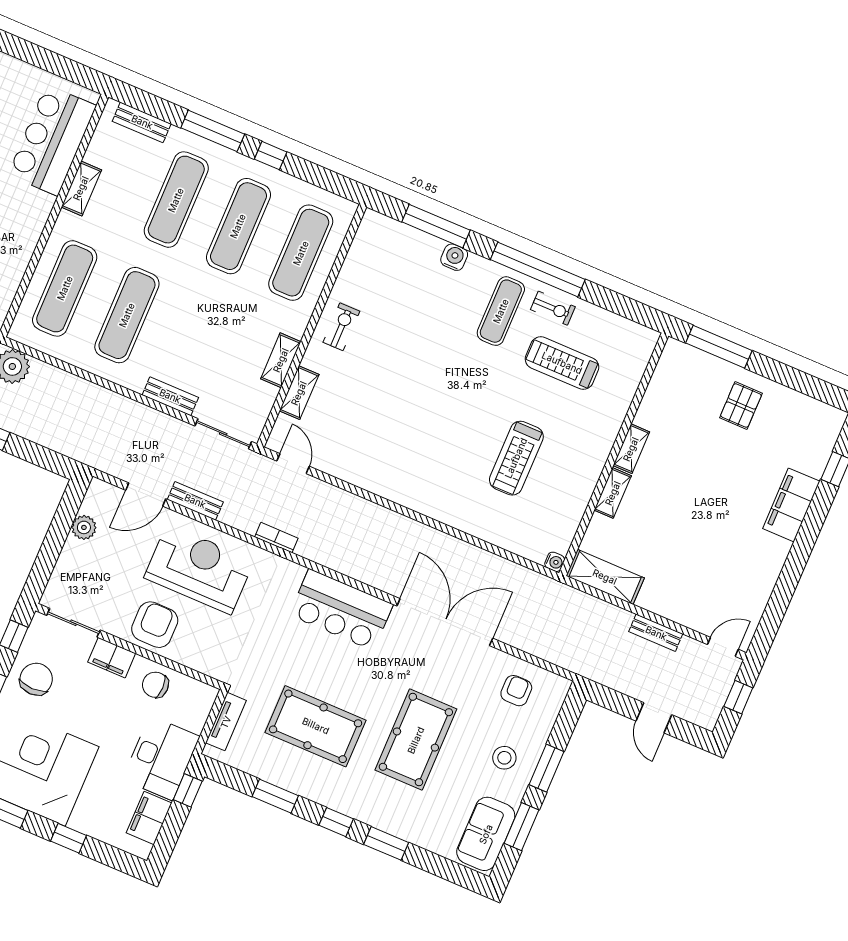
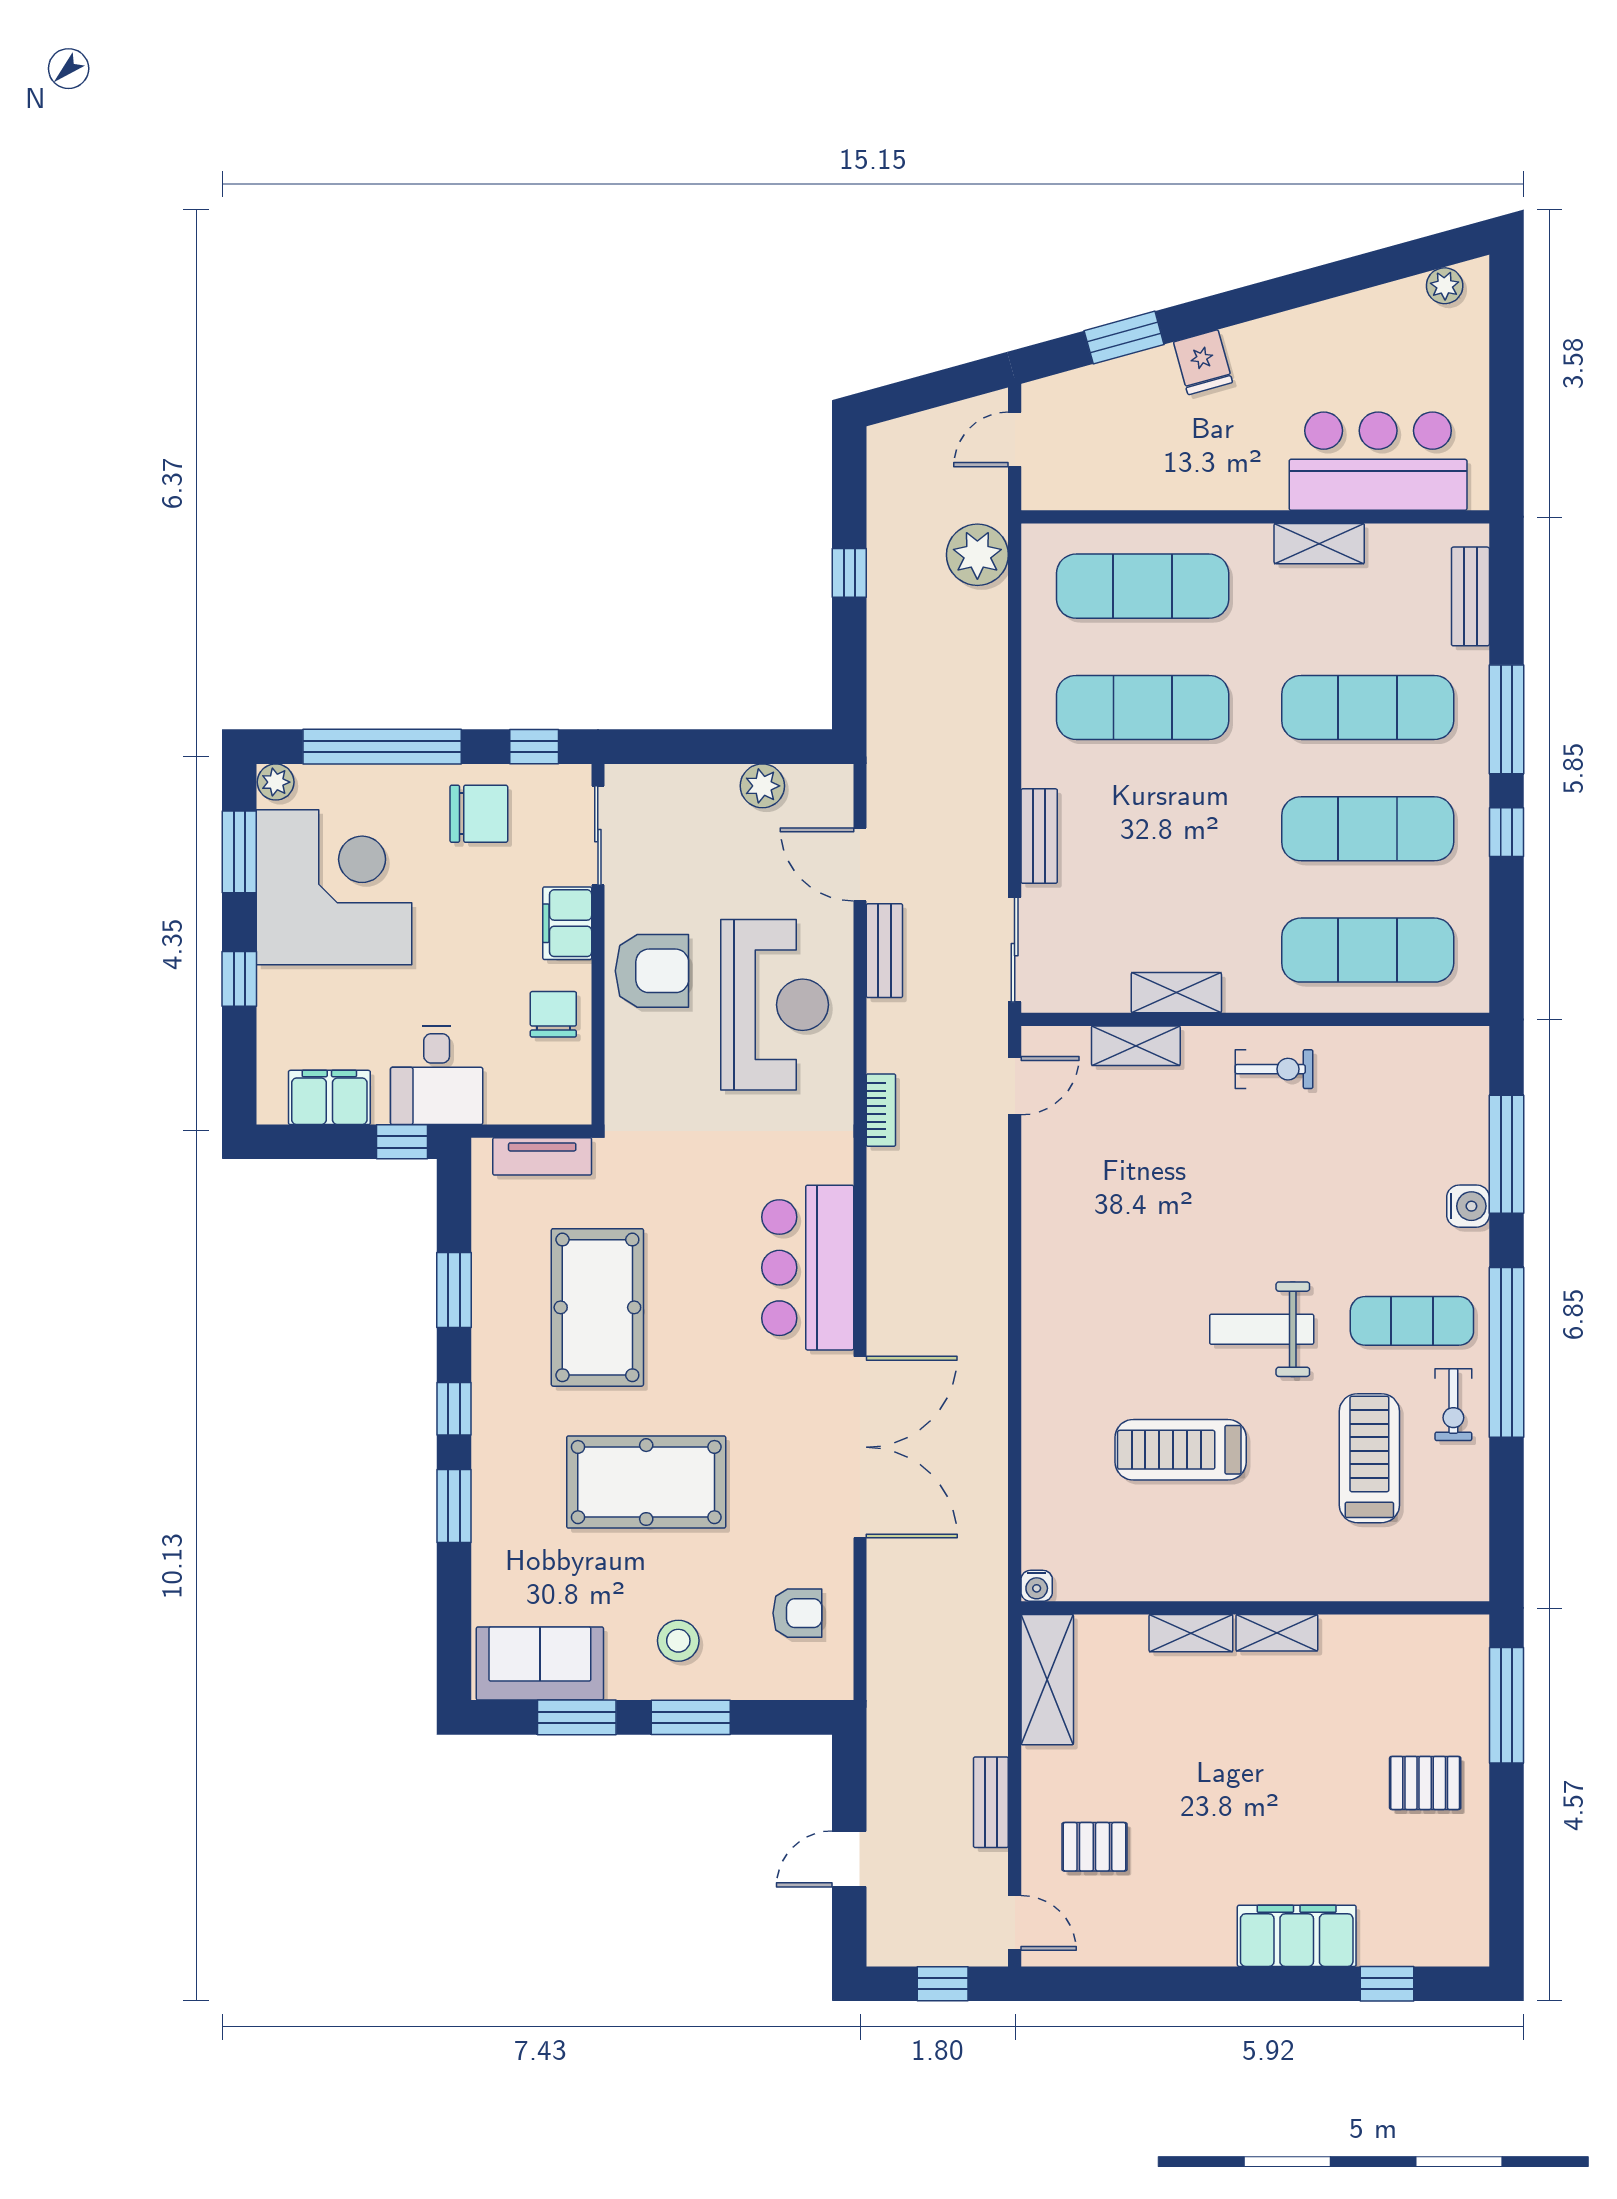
weight bench: (472, 390) -> (1262, 1329), added
pallet: (701, 589) -> (1094, 1847), added
desk: (161, 758) -> (437, 1075), width x0.73

